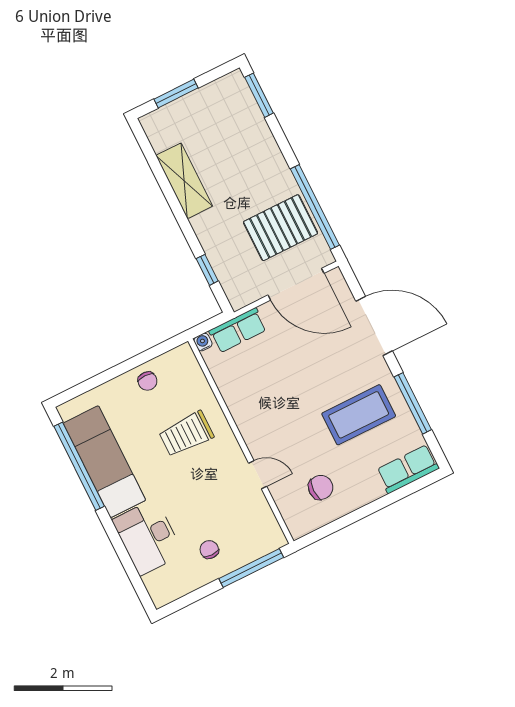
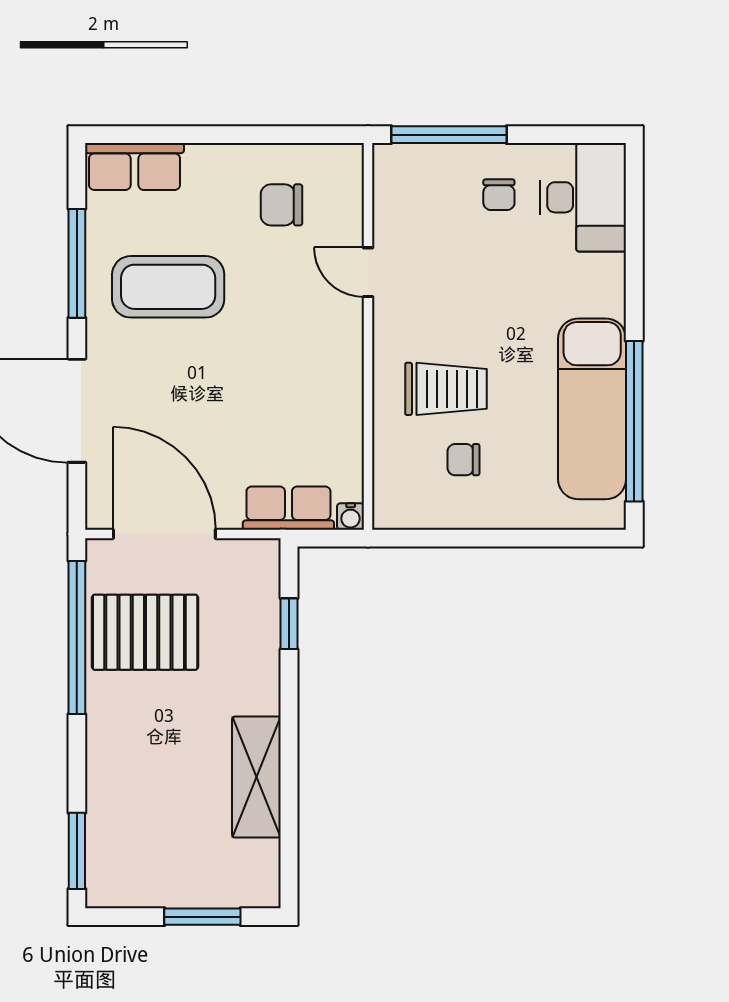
chair: (147, 381) -> (463, 460), moved, turned -90
desk: (148, 537) -> (583, 197), moved

